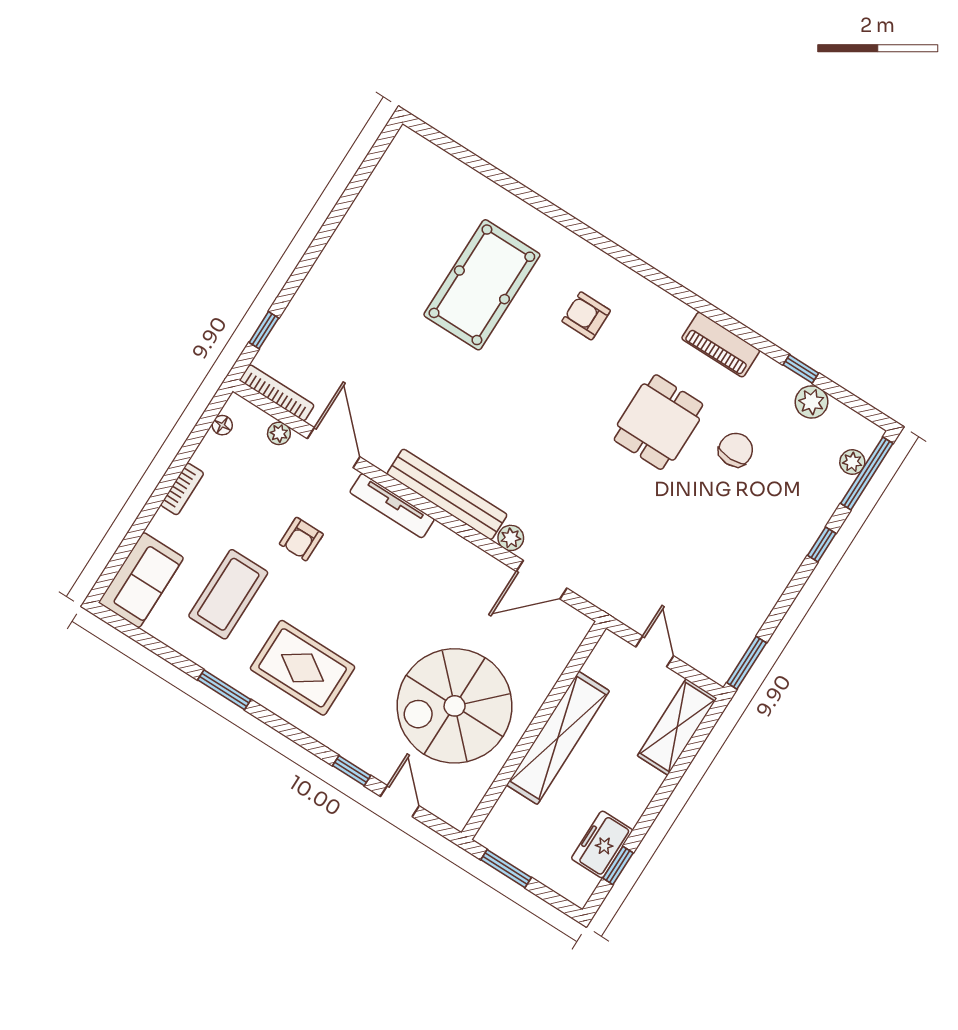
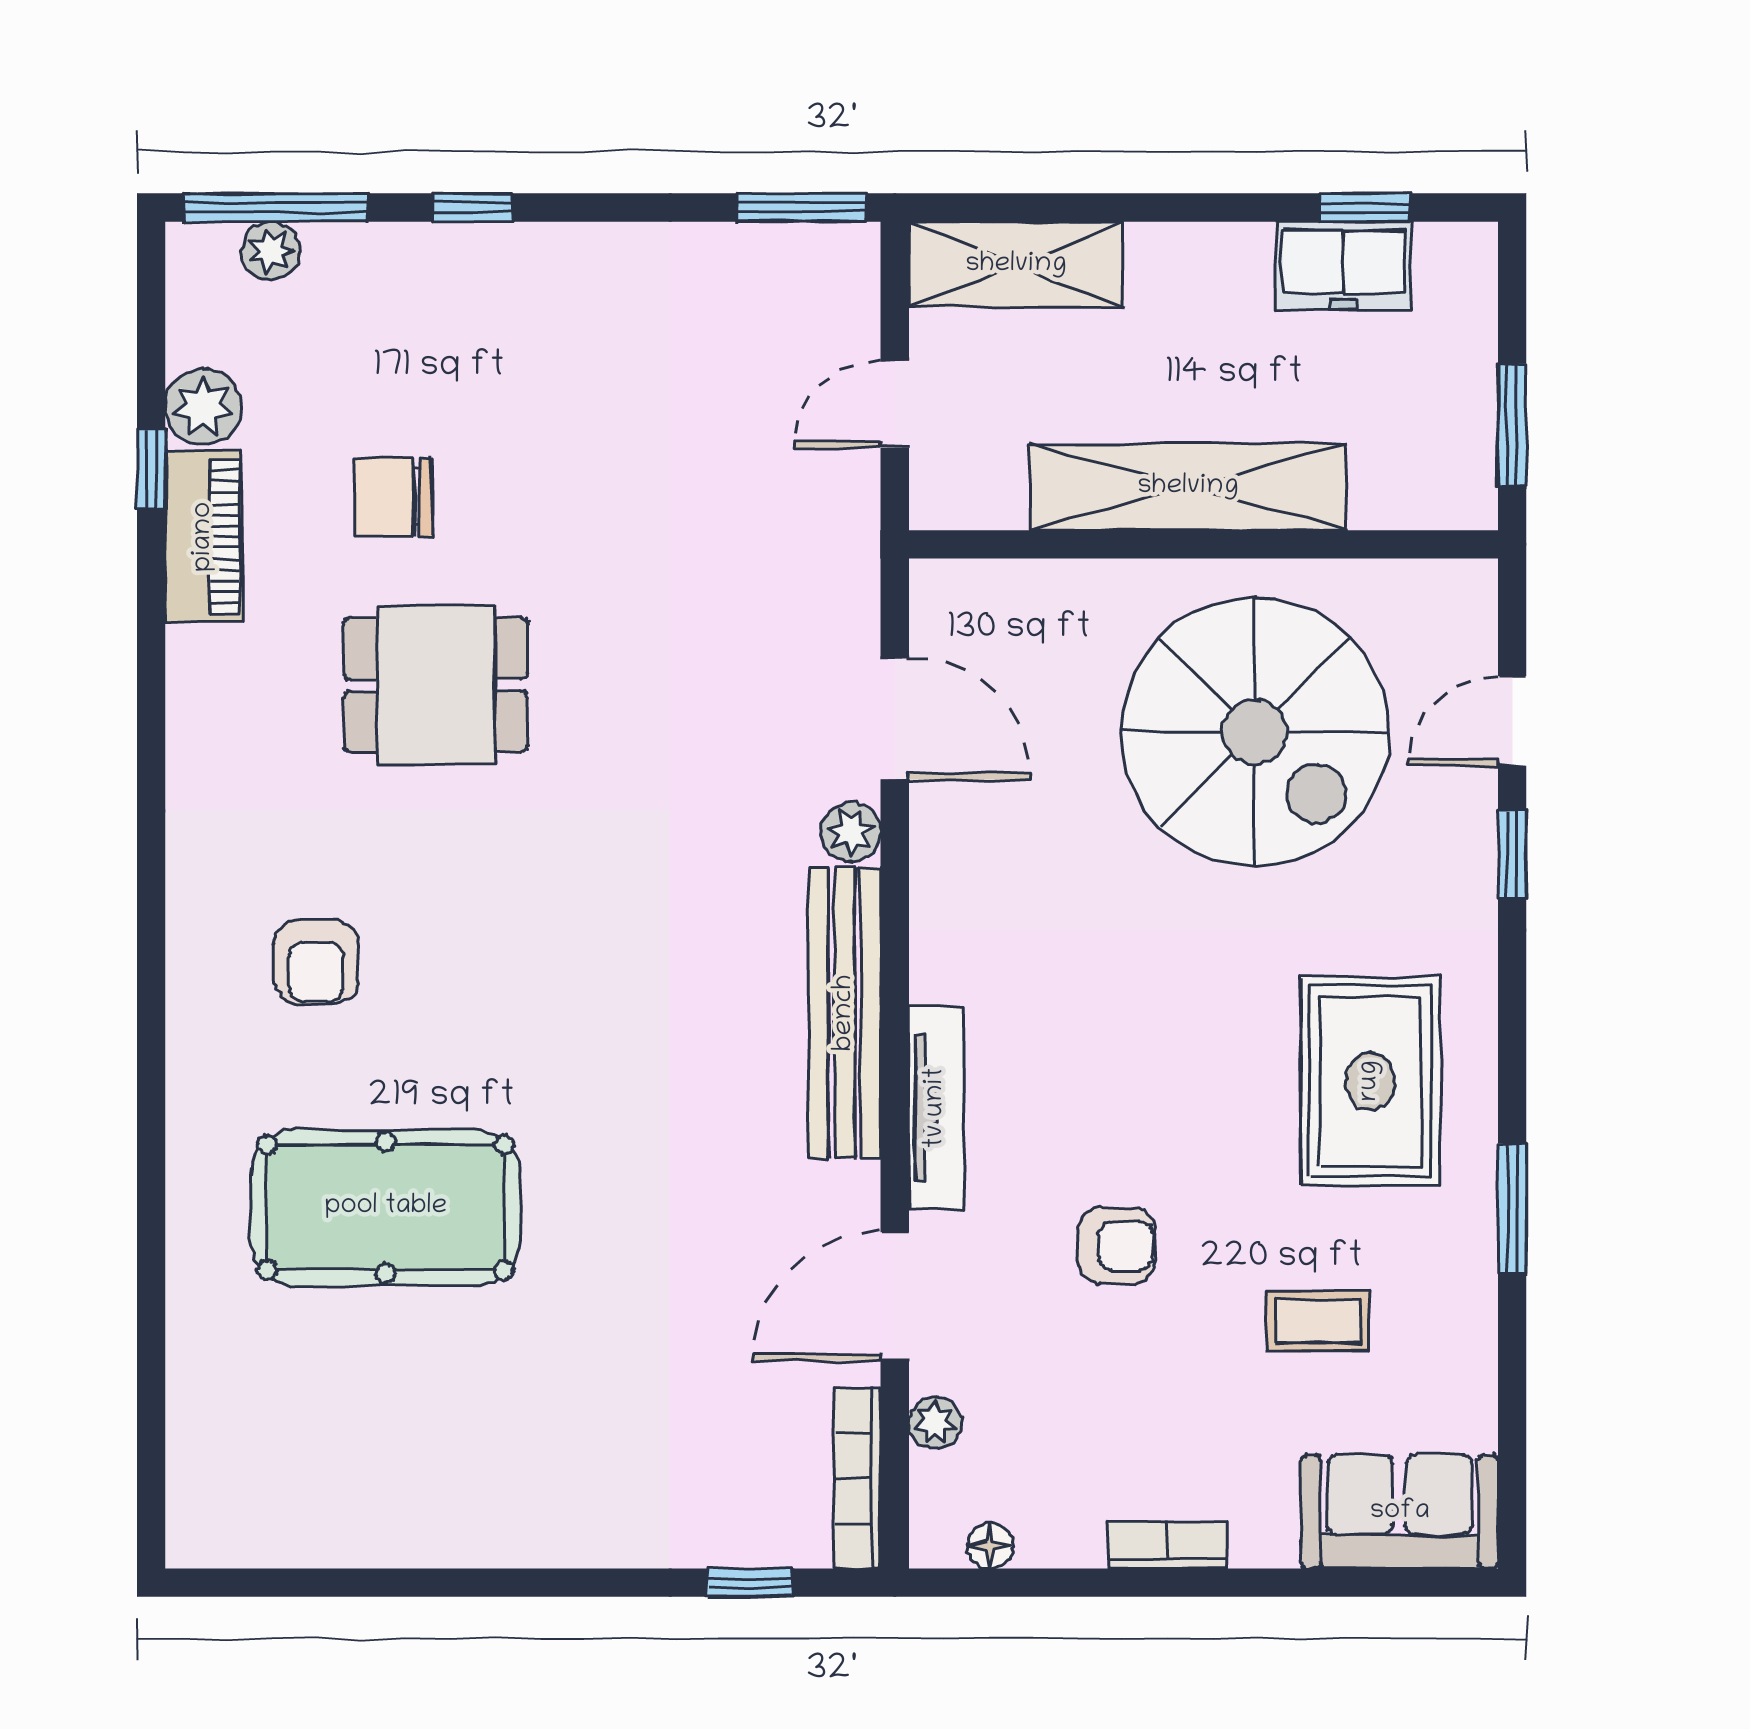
piano: (721, 345) -> (204, 537), moved
coffee table: (228, 594) -> (1318, 1321), width x0.54, depth x0.58

